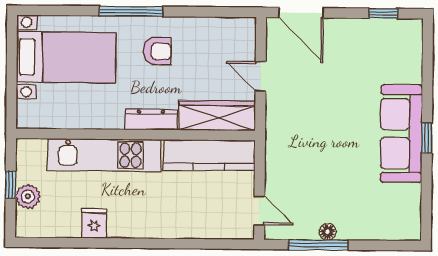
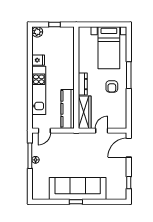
sofa: (401, 134) -> (78, 188), width x1.36, depth x1.27
kitchen unit: (104, 155) -> (39, 90), moved, turned 180
plant: (28, 196) -> (37, 32), moved

